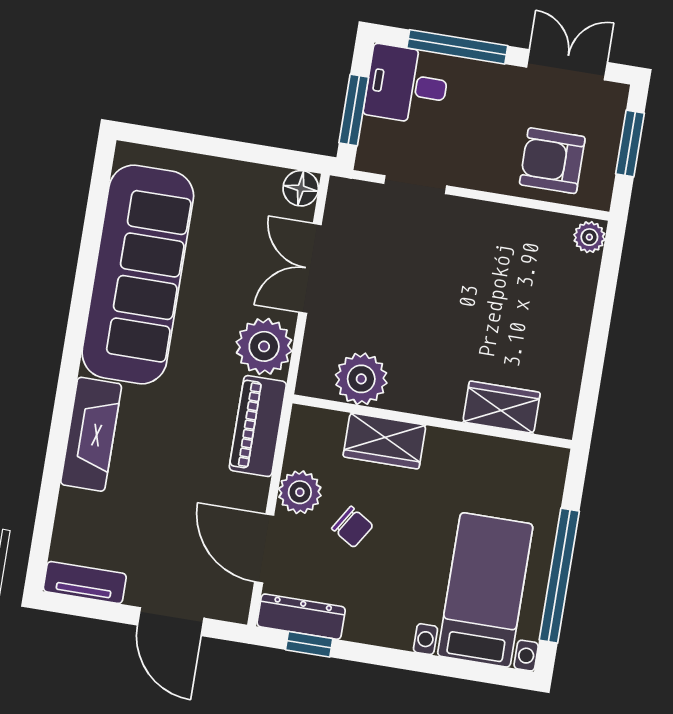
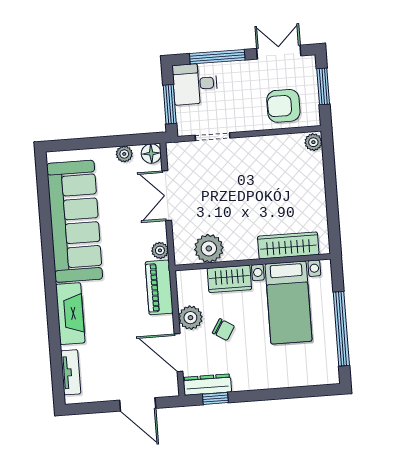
plant: (253, 178) -> (124, 154), added
plant: (264, 346) -> (160, 250), width x0.53, depth x0.53
wardrobe: (502, 407) -> (288, 245), width x1.50
tv unit: (85, 583) -> (71, 372), moved, turned 90
bed with nightstands: (485, 590) -> (288, 303), moved, turned 180

